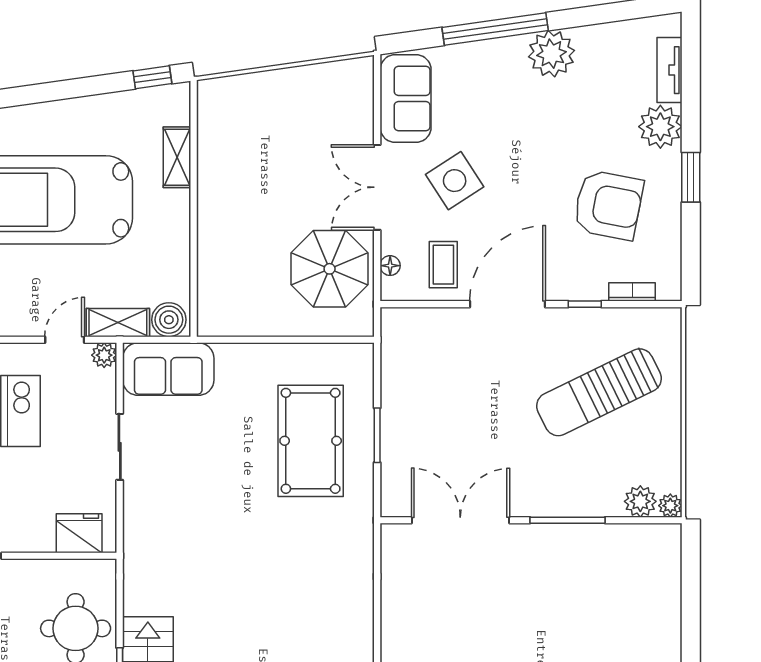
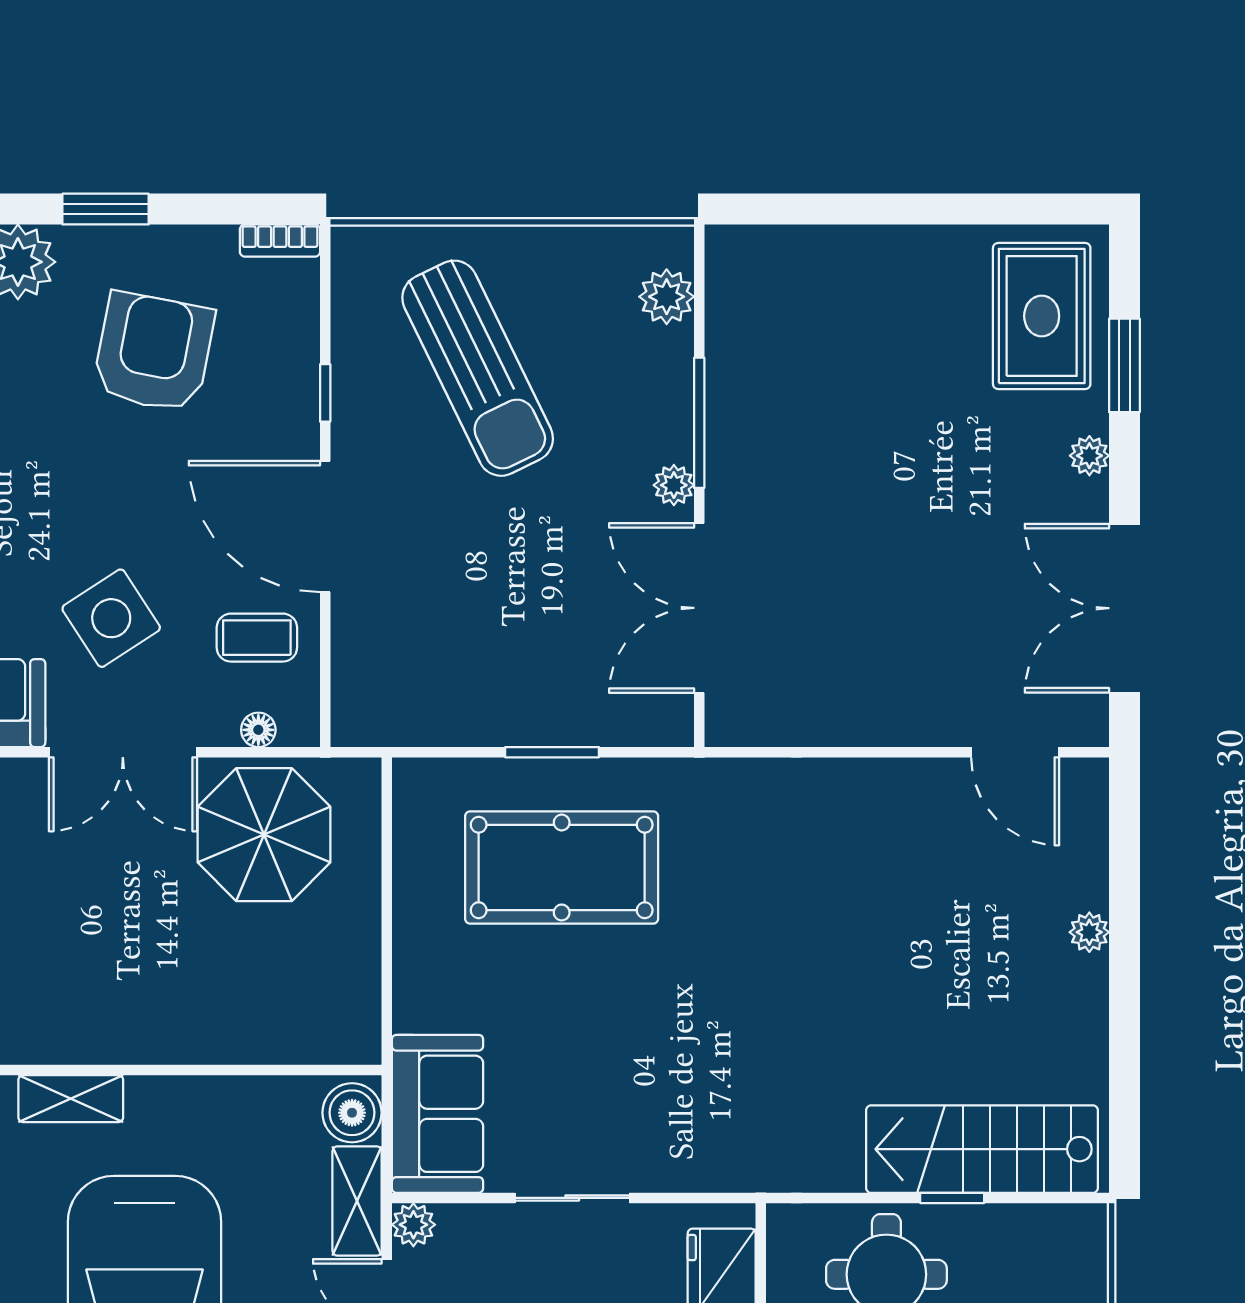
bookcase: (632, 292) -> (280, 241), moved, turned -90
plant: (670, 506) -> (674, 485), moved

